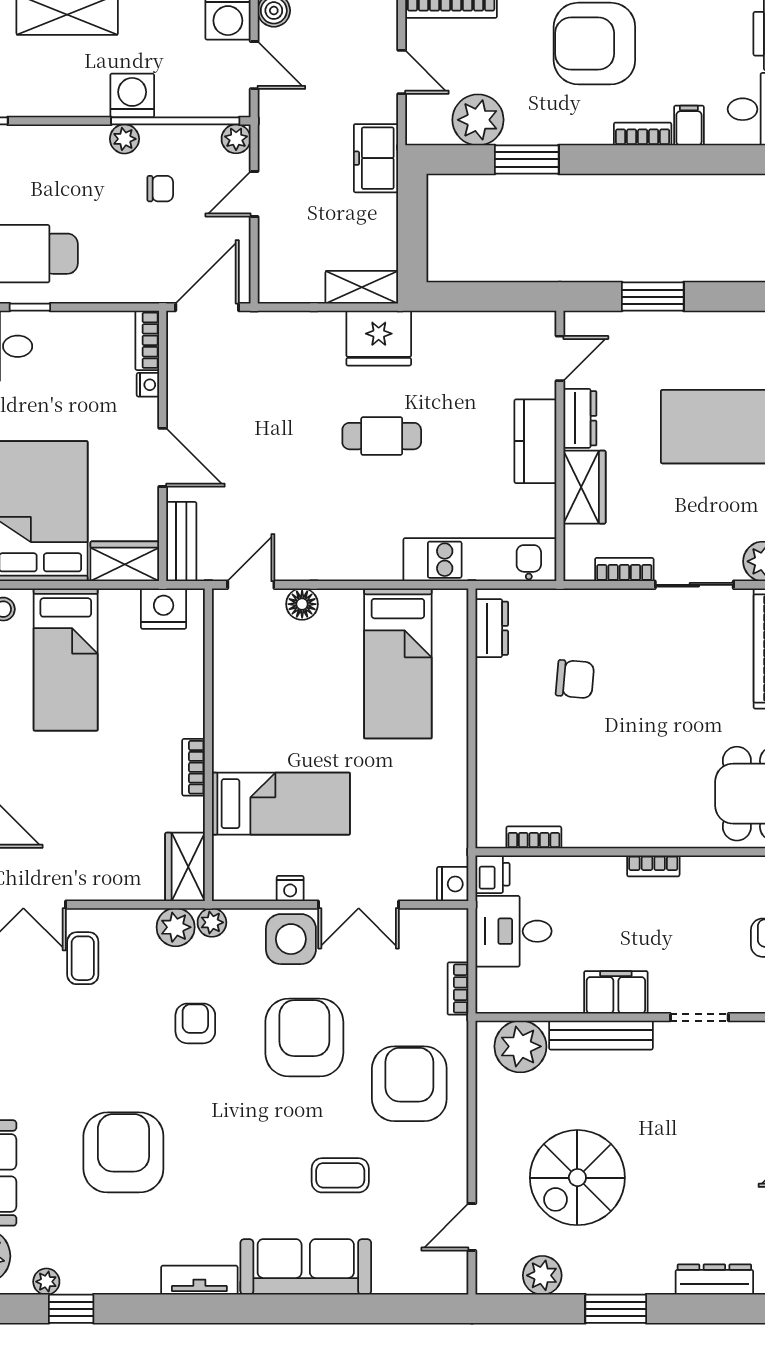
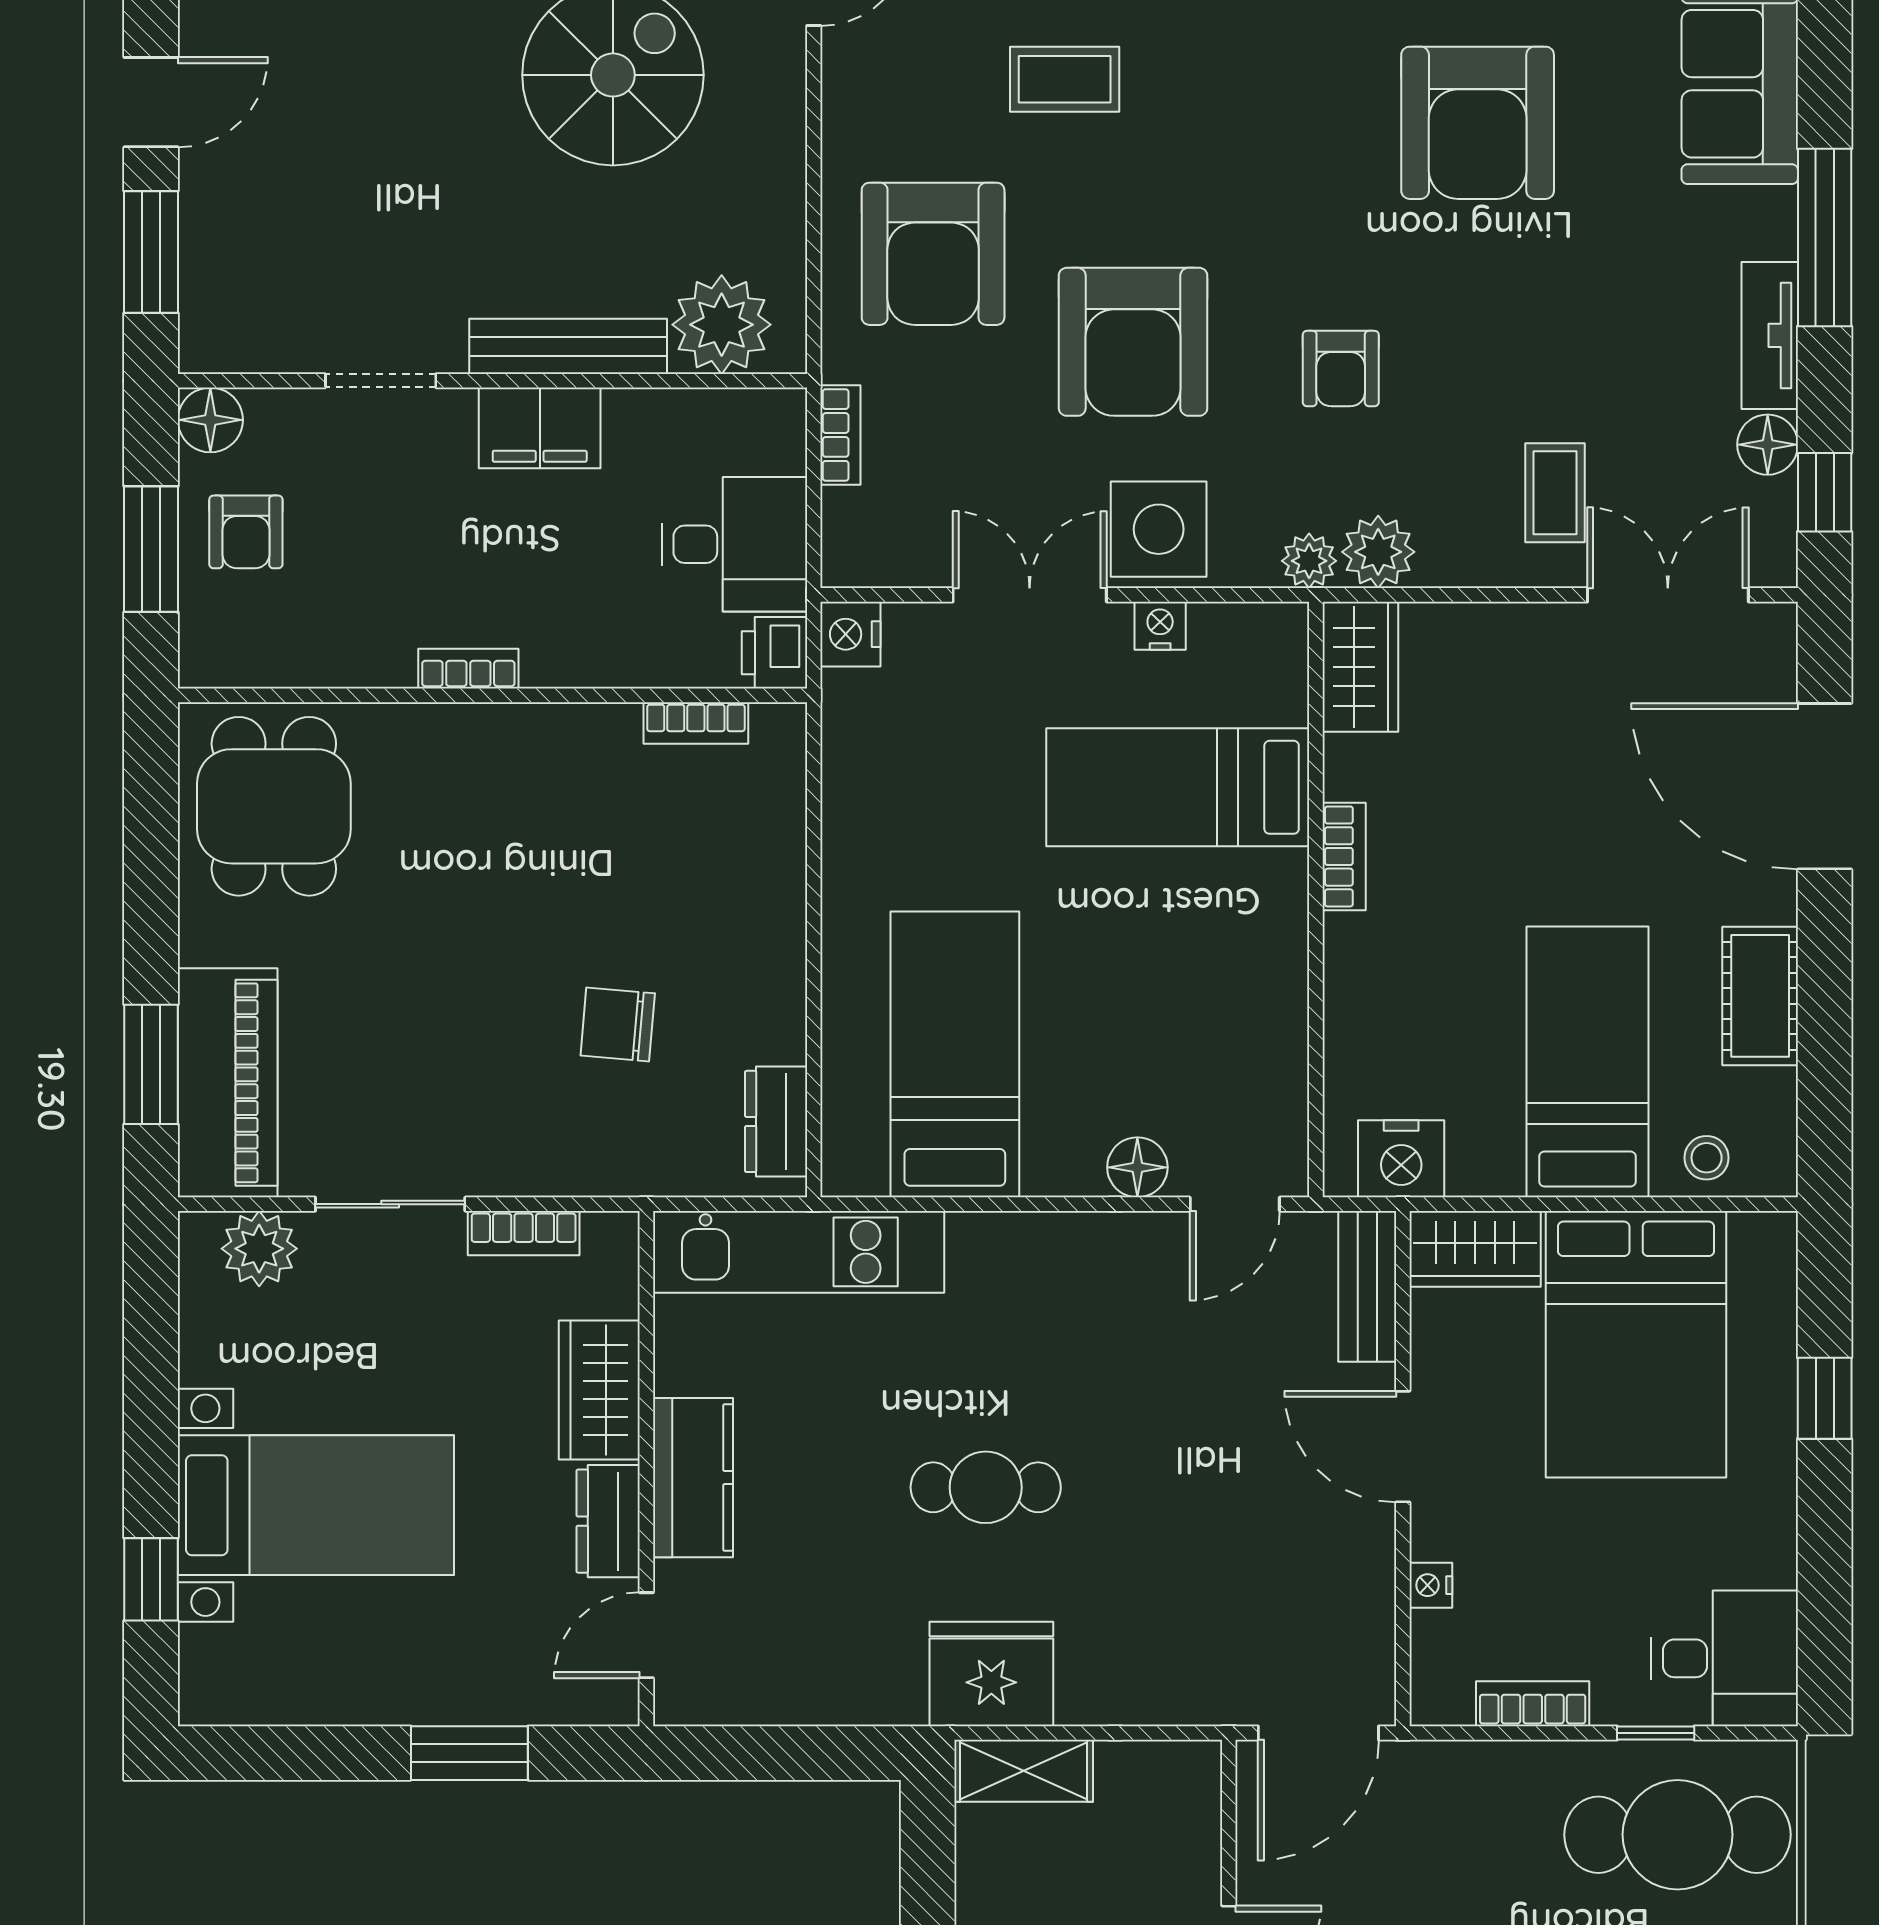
bookcase: (147, 340) -> (1533, 1704), moved, turned -90

